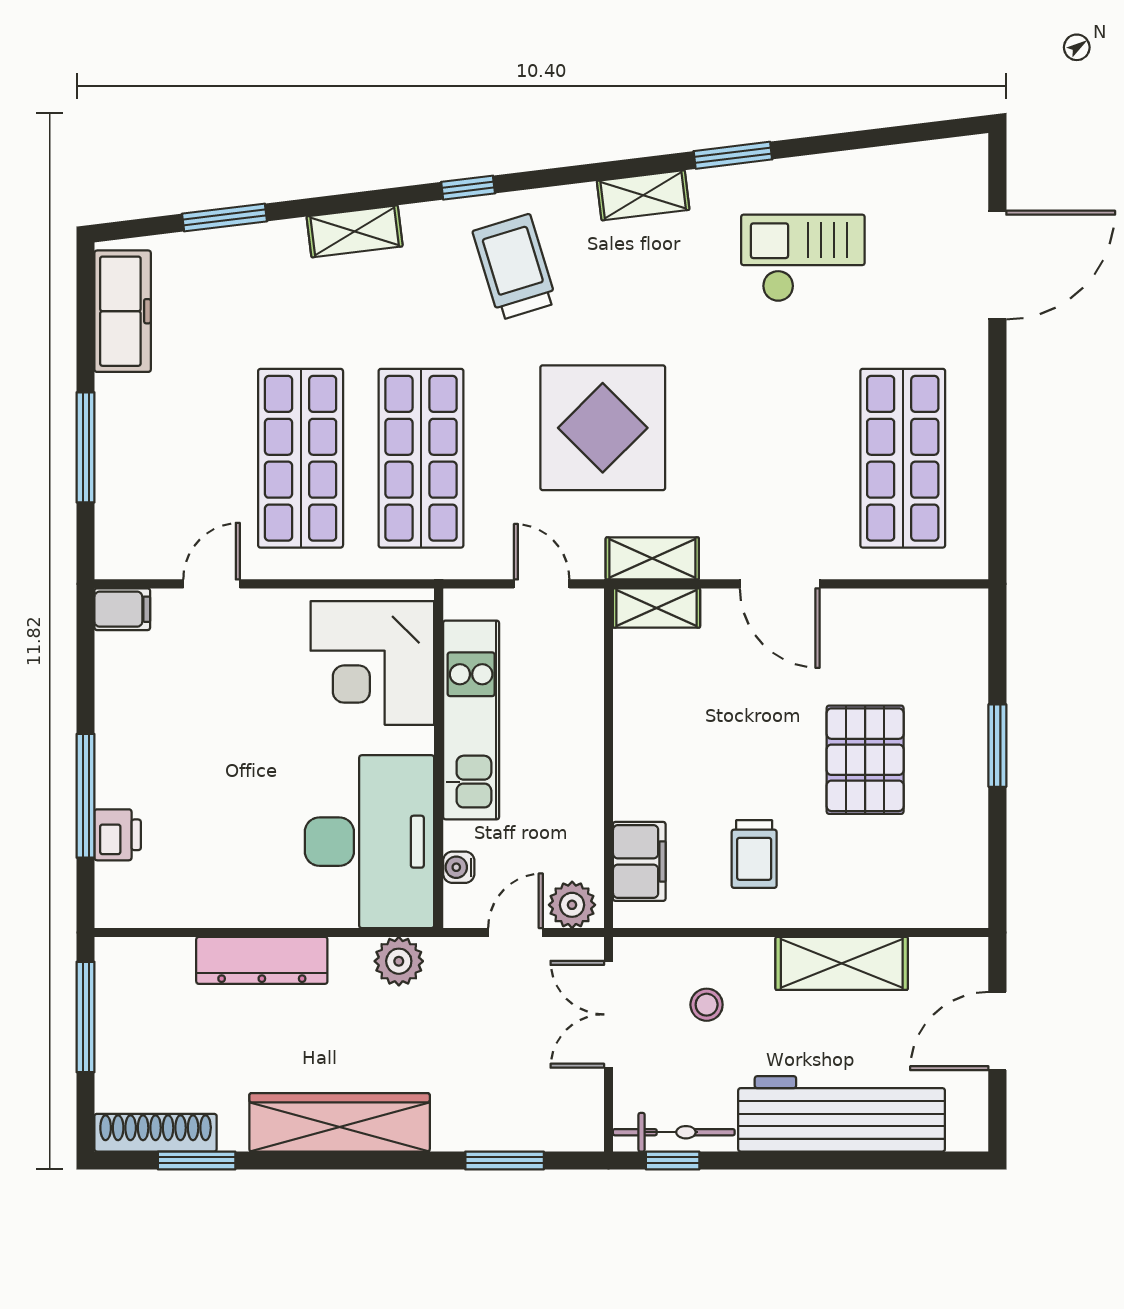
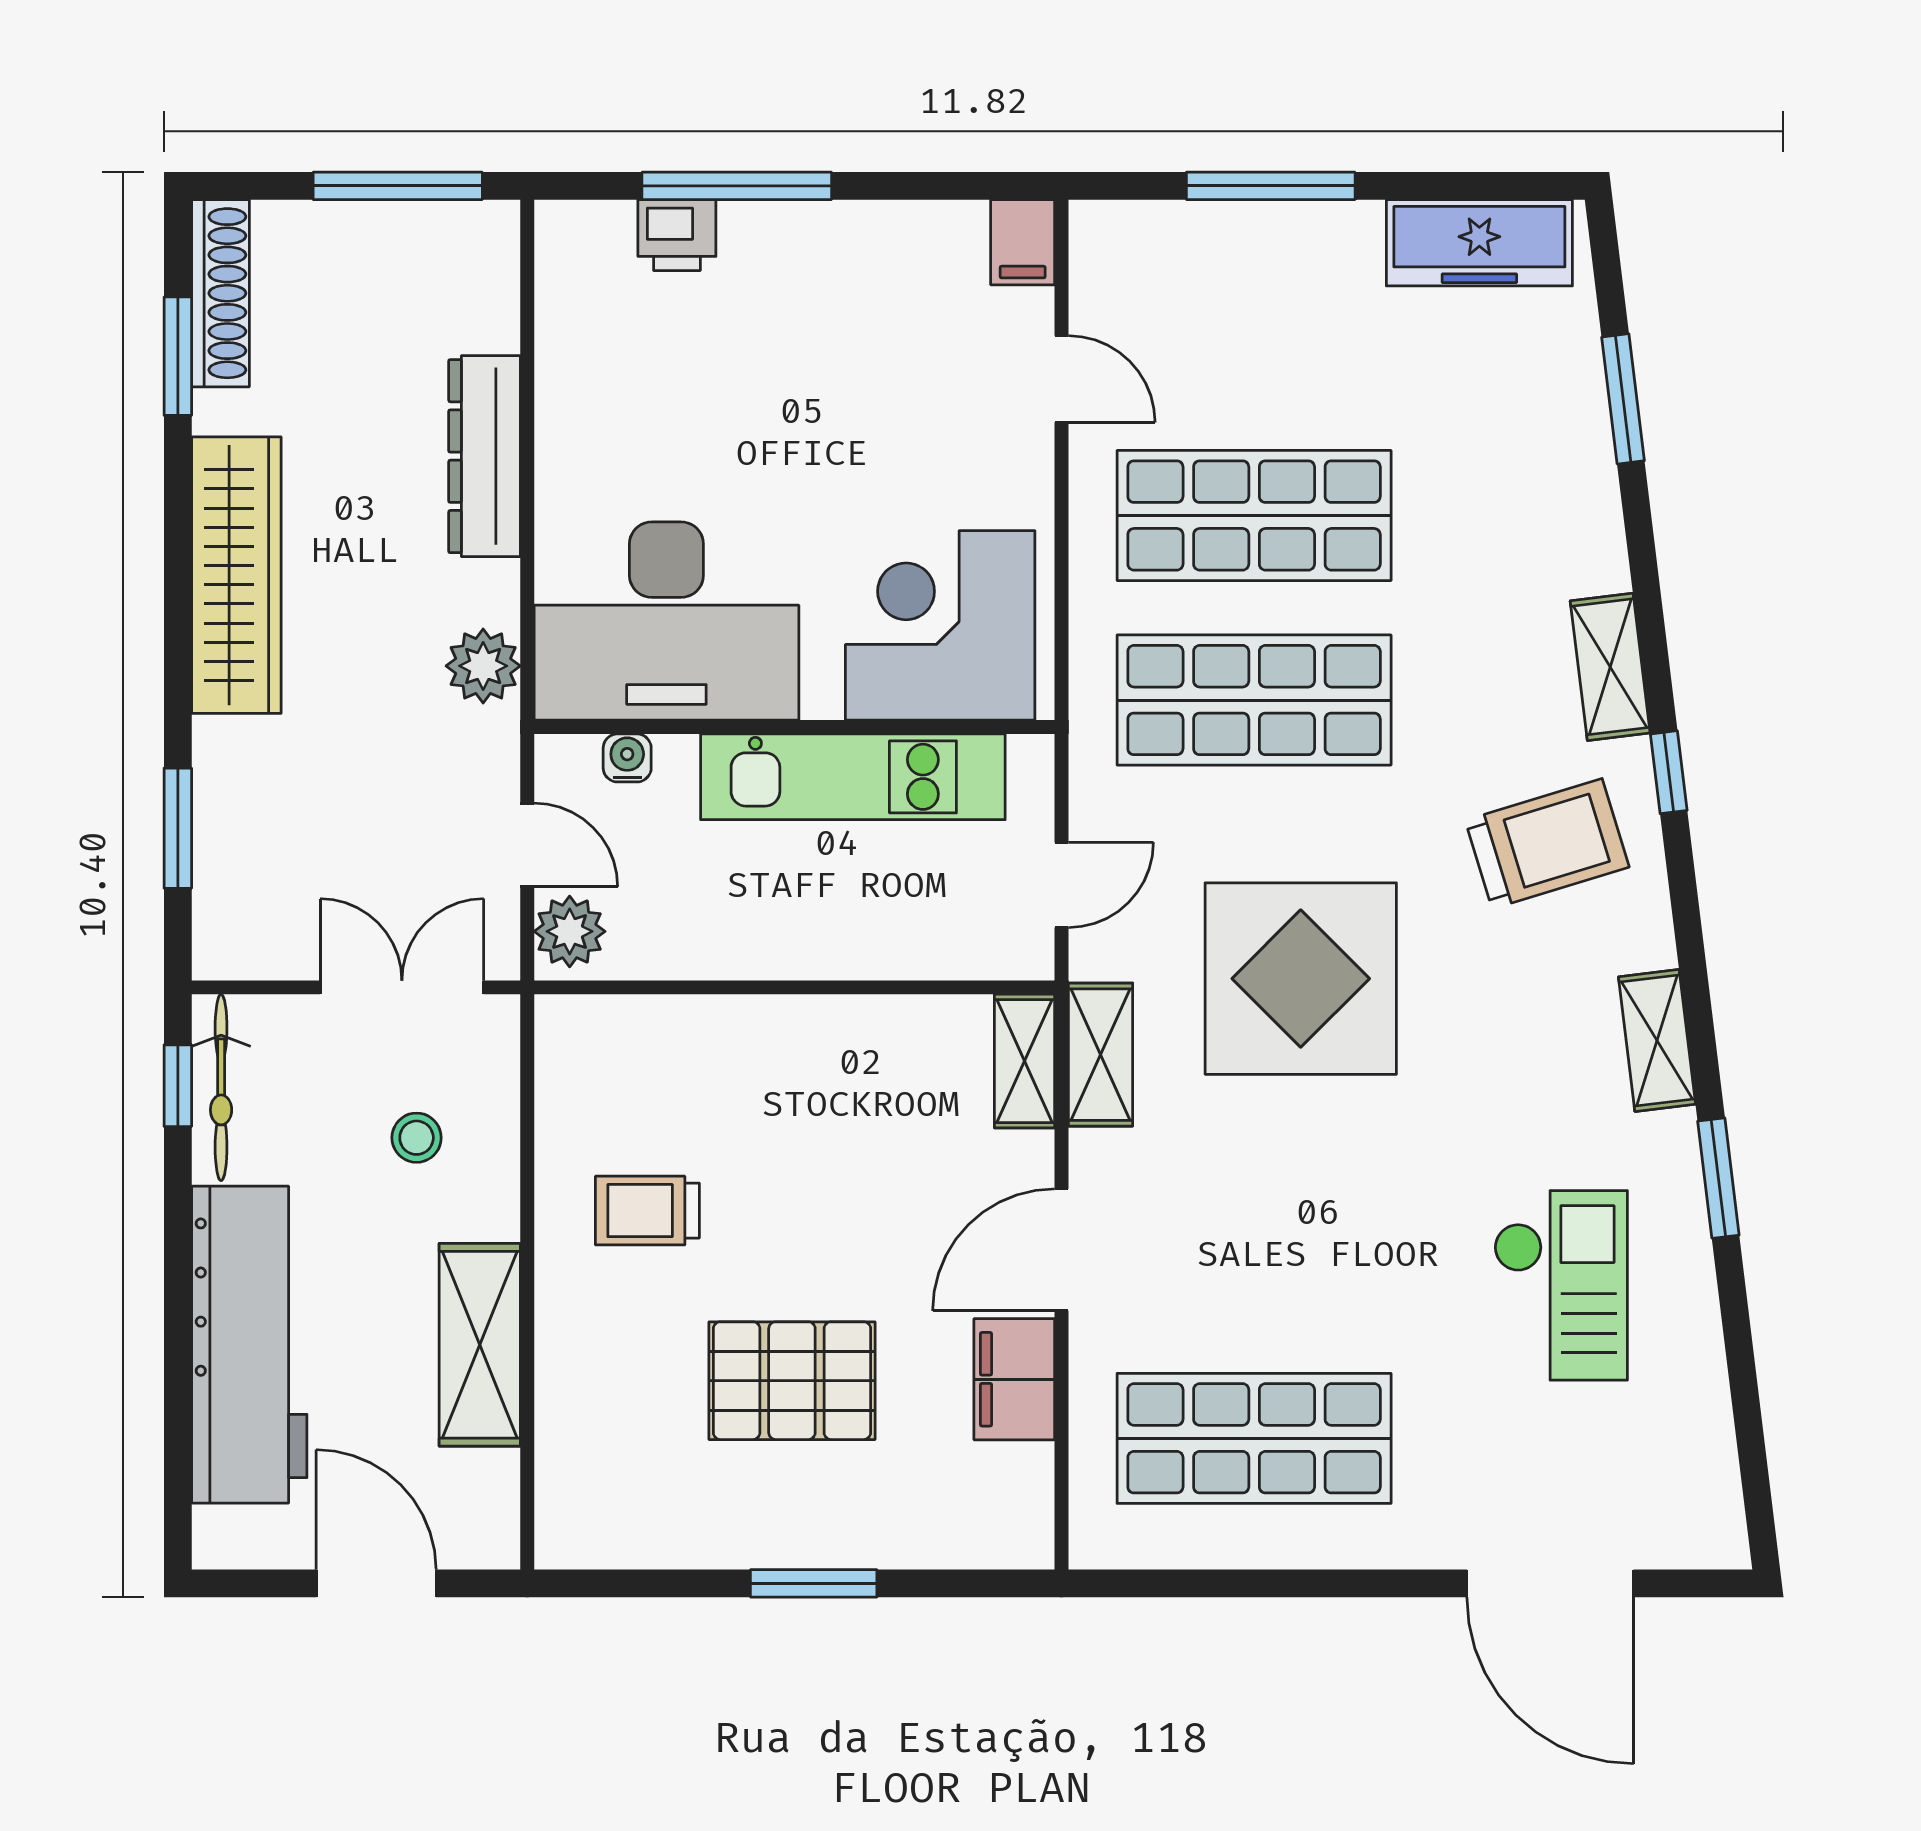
shelving: (355, 231) -> (1610, 667), moved
filing cabinet: (639, 861) -> (1014, 1379), moved, turned 90

